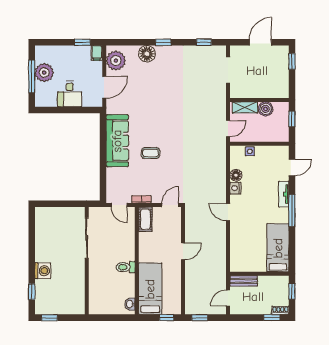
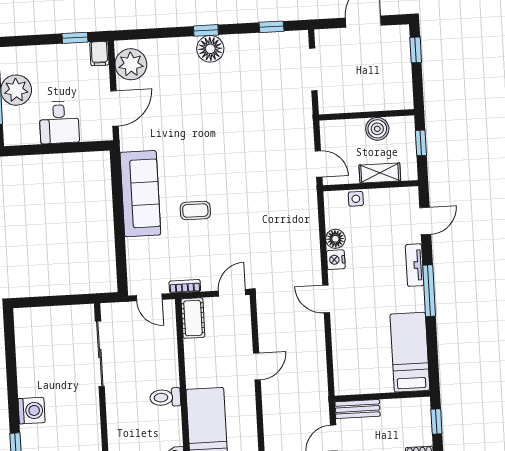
floor lamp: (147, 54) -> (210, 49), moved
shelving: (245, 107) -> (380, 173), moved
door: (228, 129) -> (319, 164), hinge flipped

